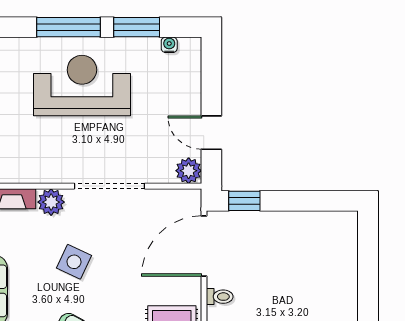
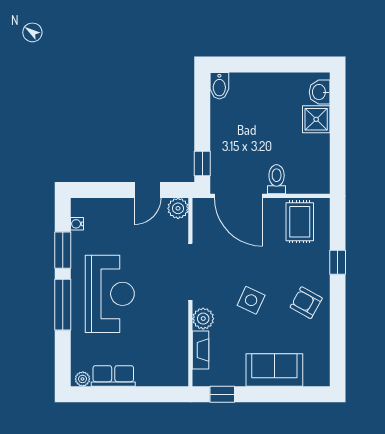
reception desk: (82, 86) -> (110, 294), turned 180
bidet: (341, 222) -> (219, 86), added
toilet: (220, 297) -> (277, 179), width x1.37, depth x1.39

